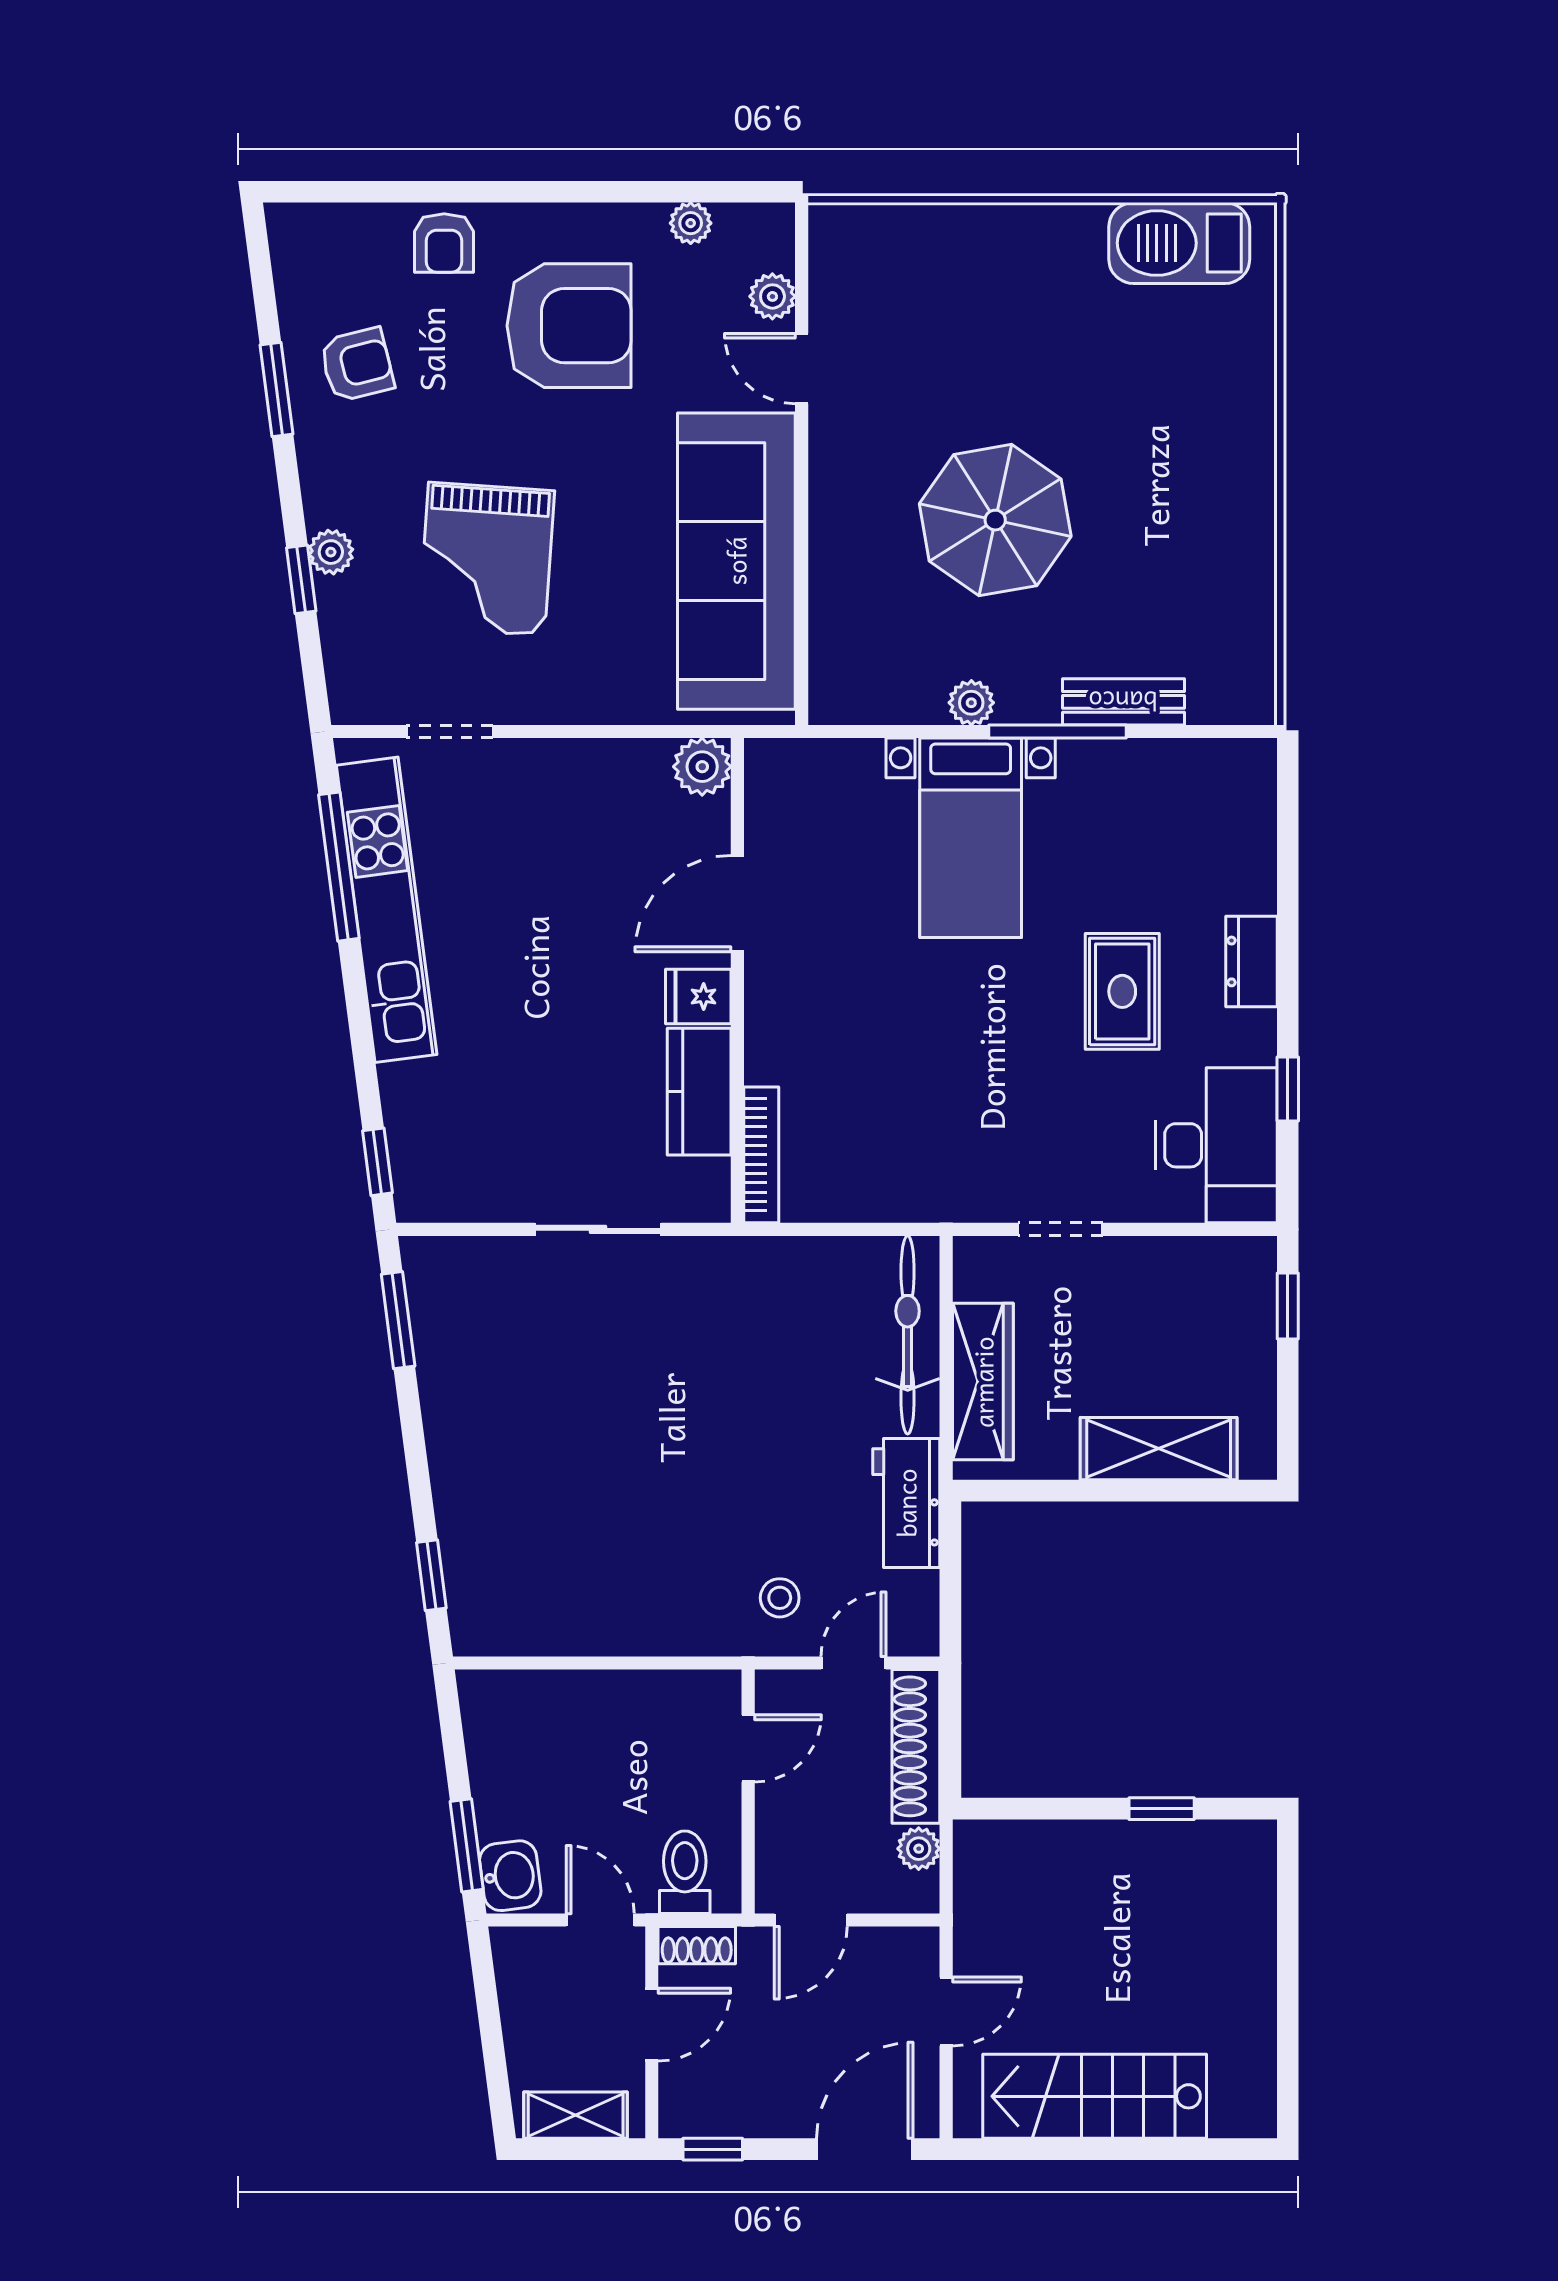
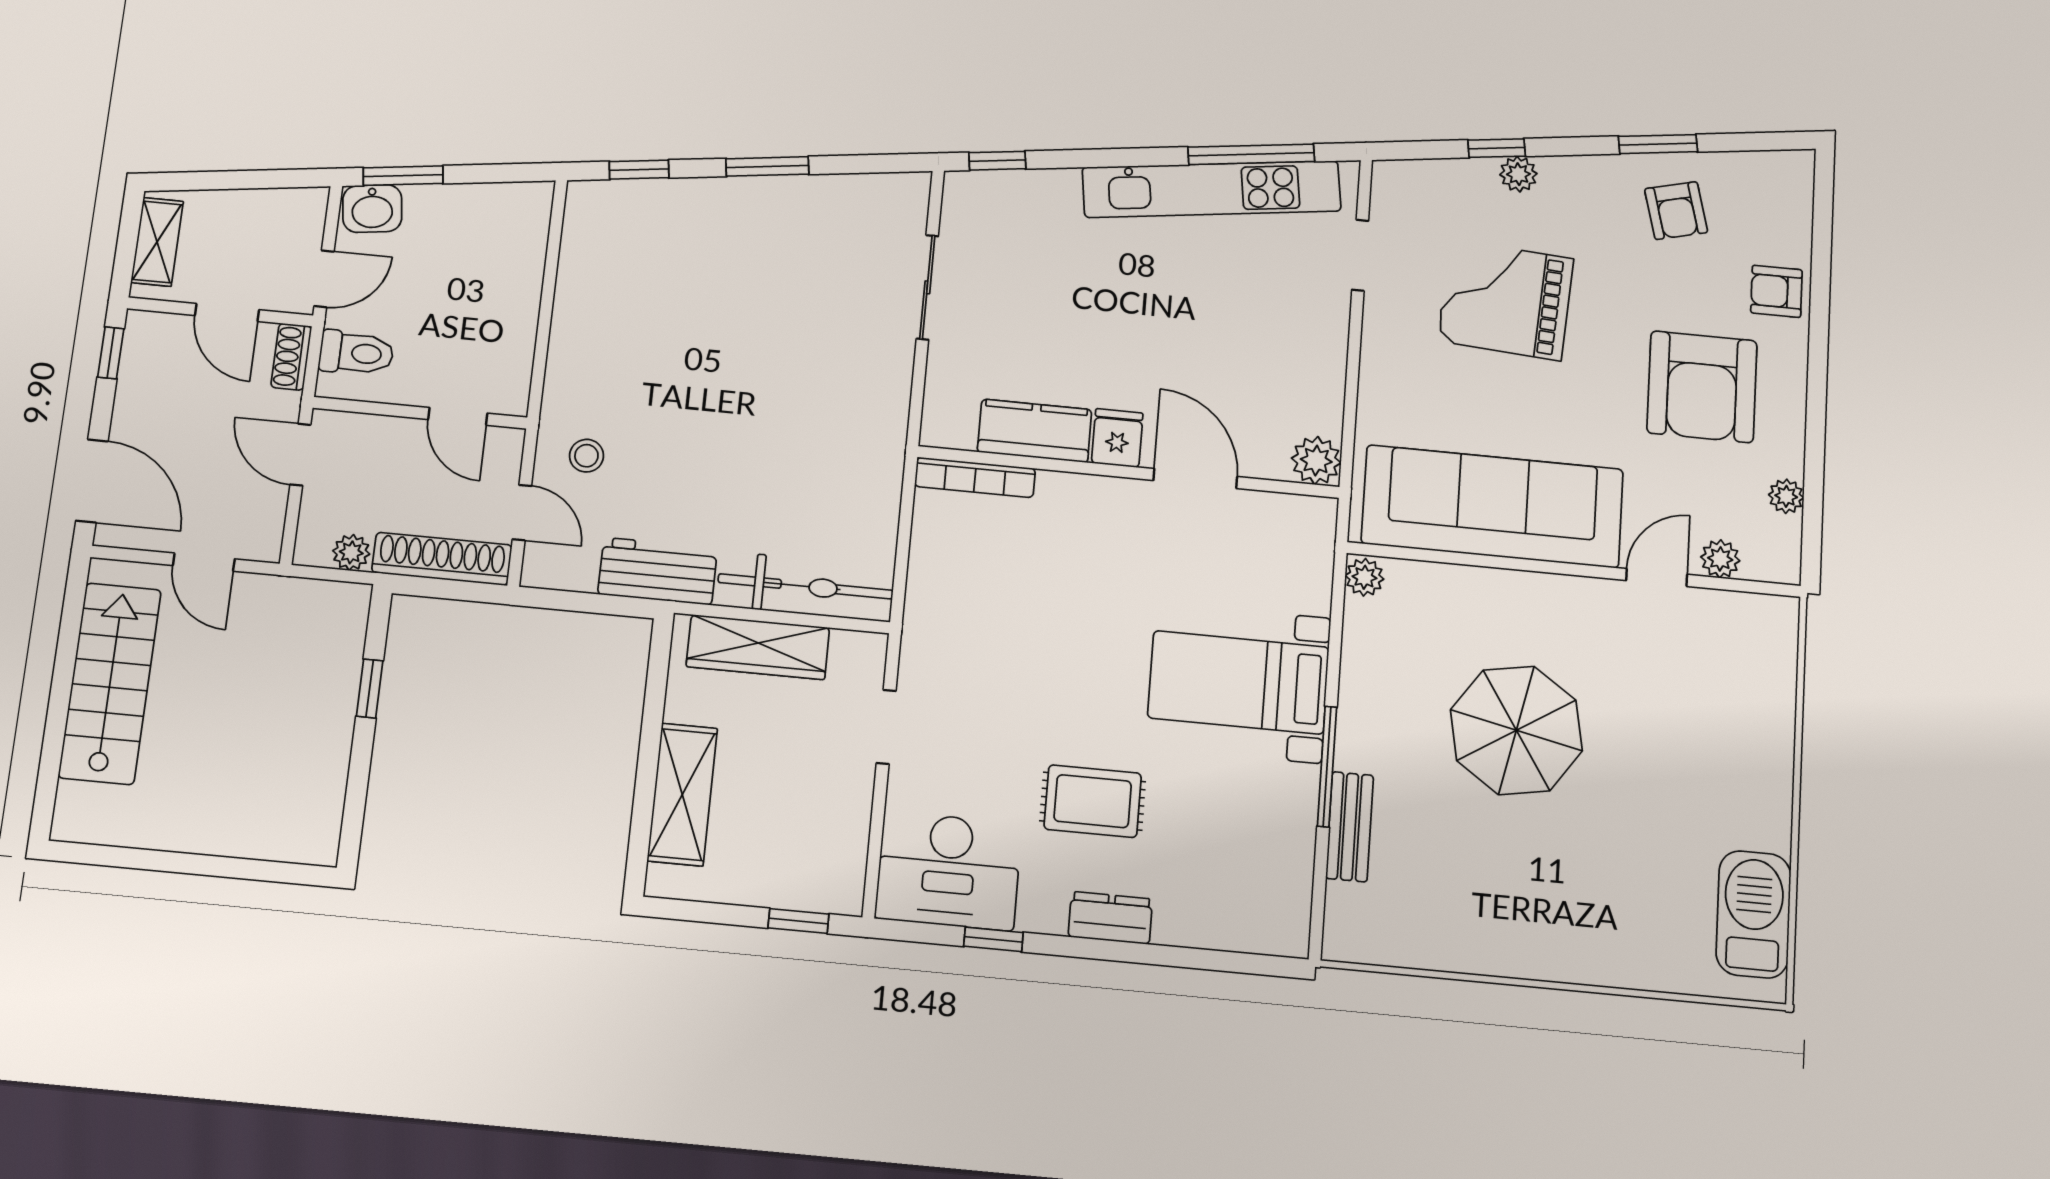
plant: (971, 703) -> (1364, 577), moved
sliding door: (598, 1229) -> (927, 287), moved
window: (398, 1320) -> (767, 166), moved
window: (1162, 1809) -> (370, 688), moved

